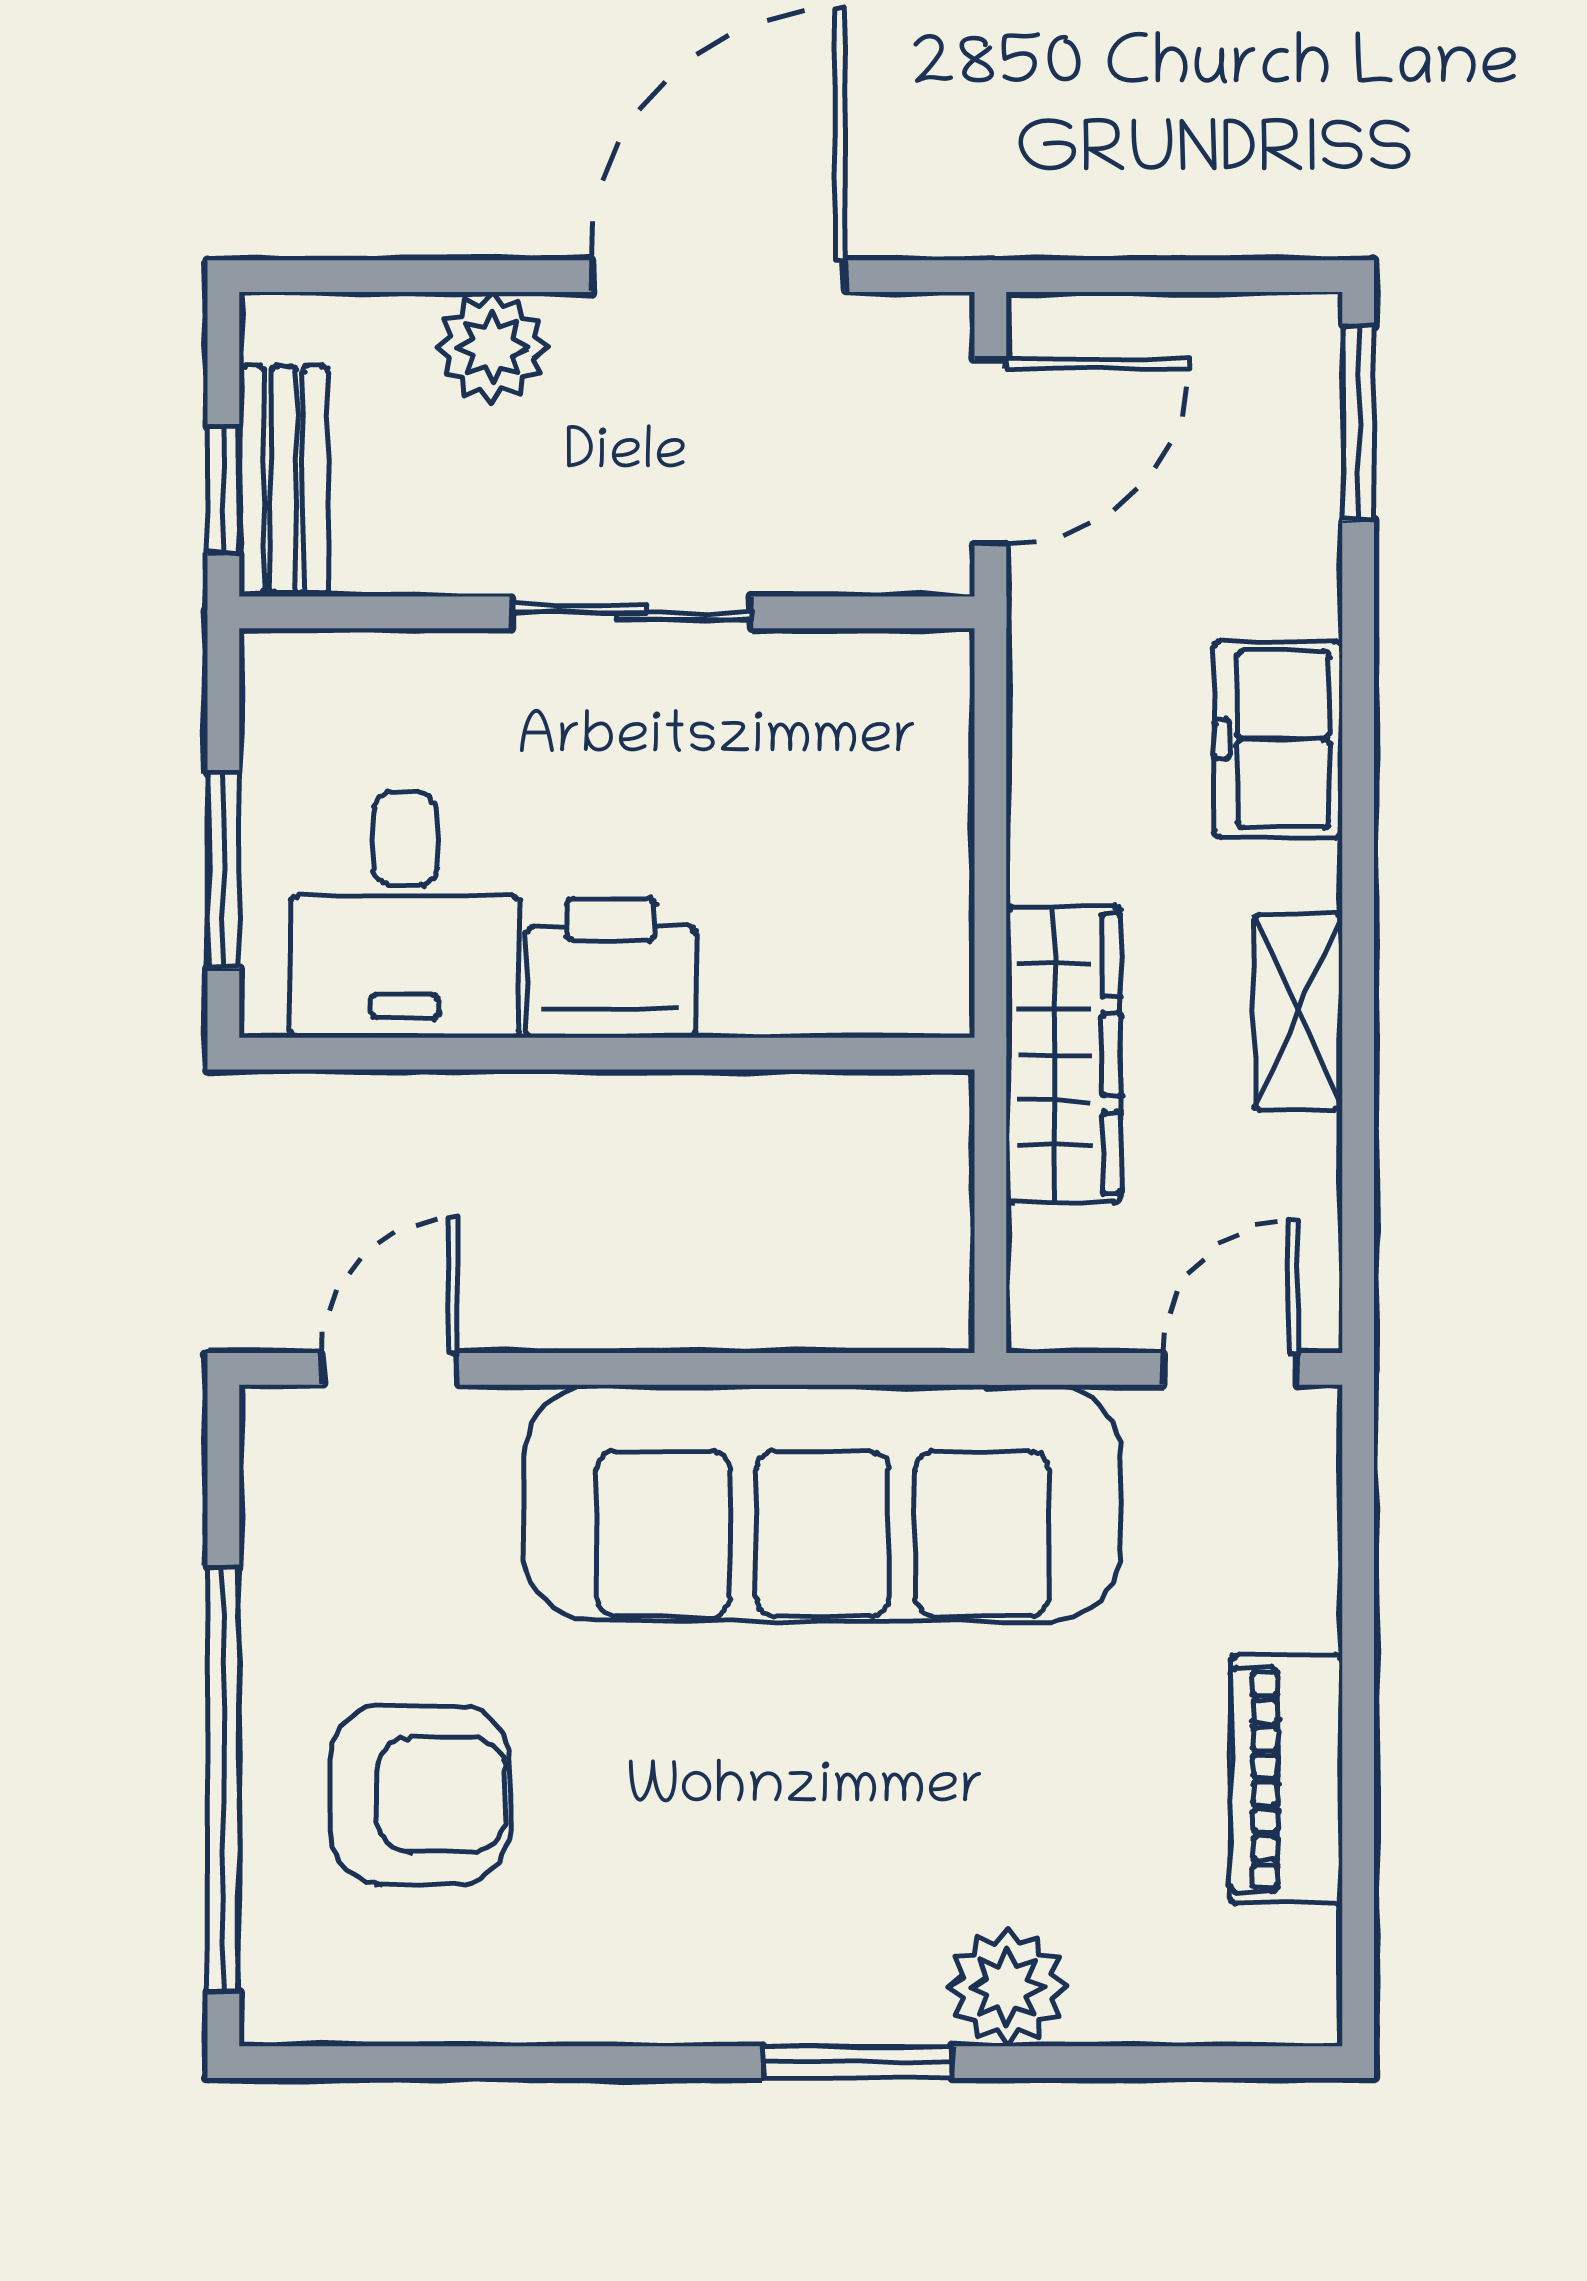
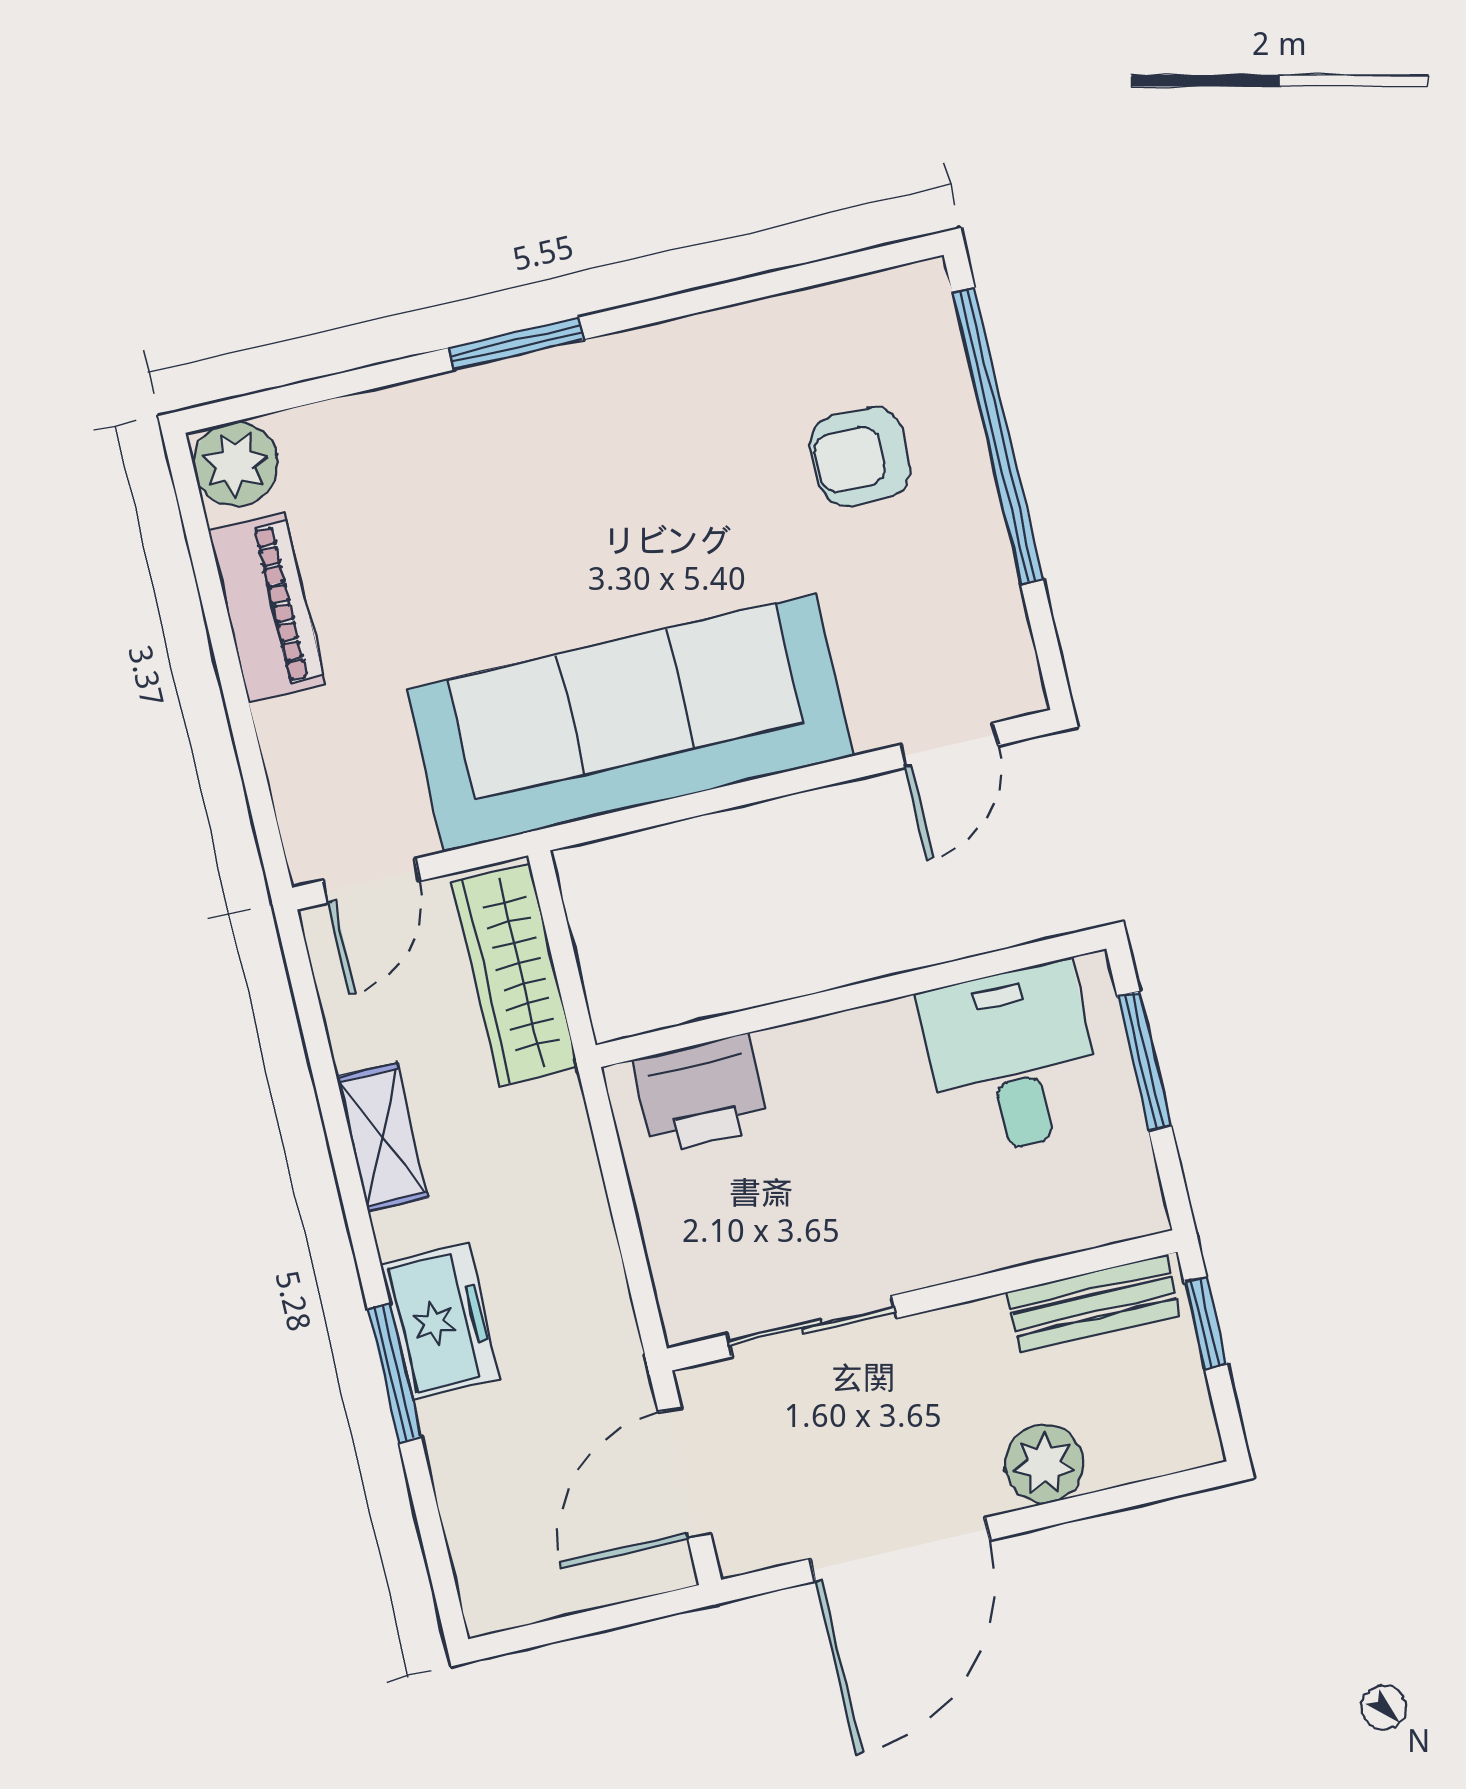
window: (1358, 423) -> (394, 1373), moved
bench: (283, 481) -> (1094, 1304), moved, turned 90
sliding door: (631, 612) -> (812, 1326), moved
printer: (611, 968) -> (701, 1094), moved
wardrobe: (1063, 1054) -> (515, 975), moved
armchair: (419, 1795) -> (860, 457), width x0.72, depth x0.72
plant: (1007, 1987) -> (236, 464), moved

